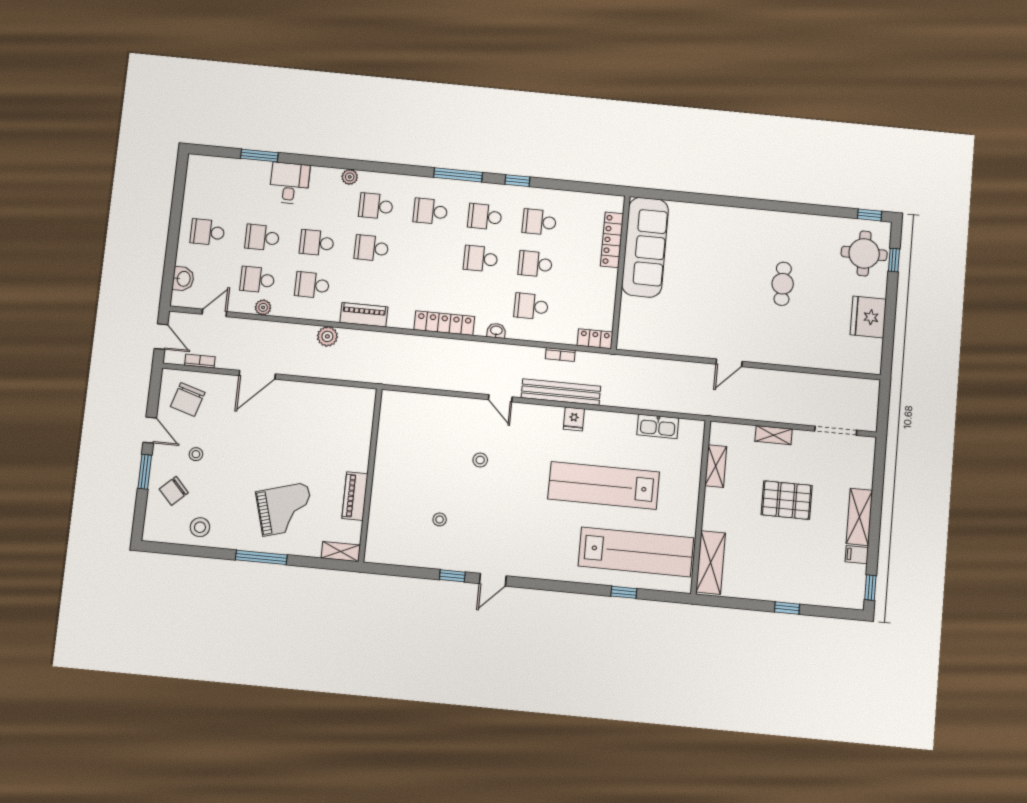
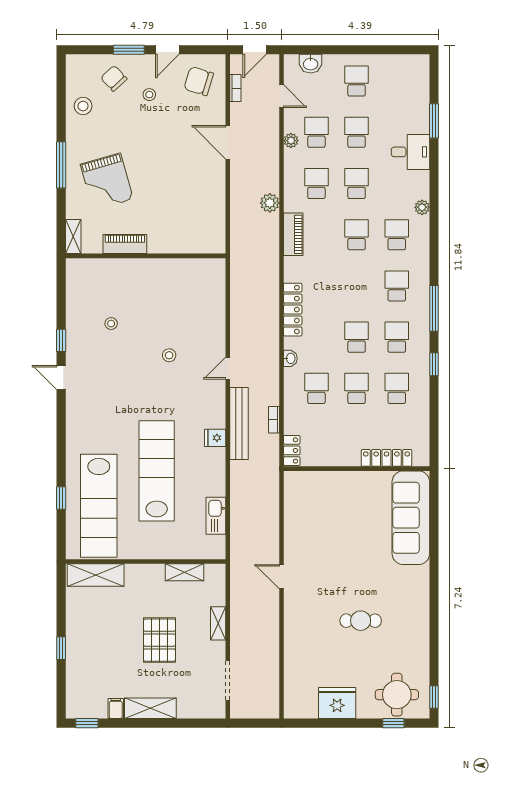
sofa: (645, 247) -> (411, 518), moved, turned 90

